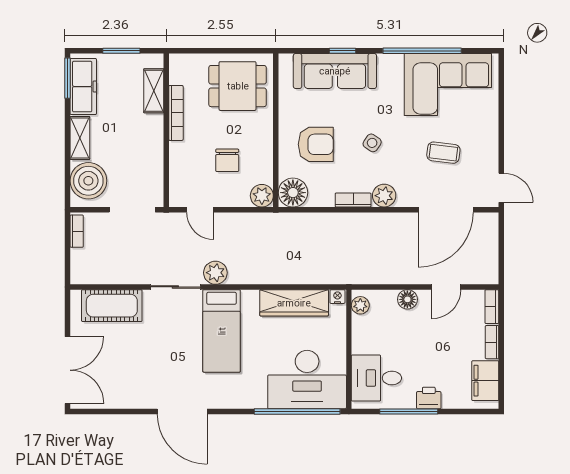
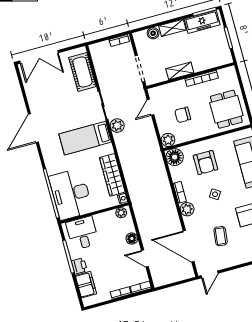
shelving: (154, 91) -> (180, 71), moved
boiler: (88, 181) -> (153, 33), width x0.54, depth x0.54
filing cabinet: (485, 381) -> (86, 285), moved, turned 90

